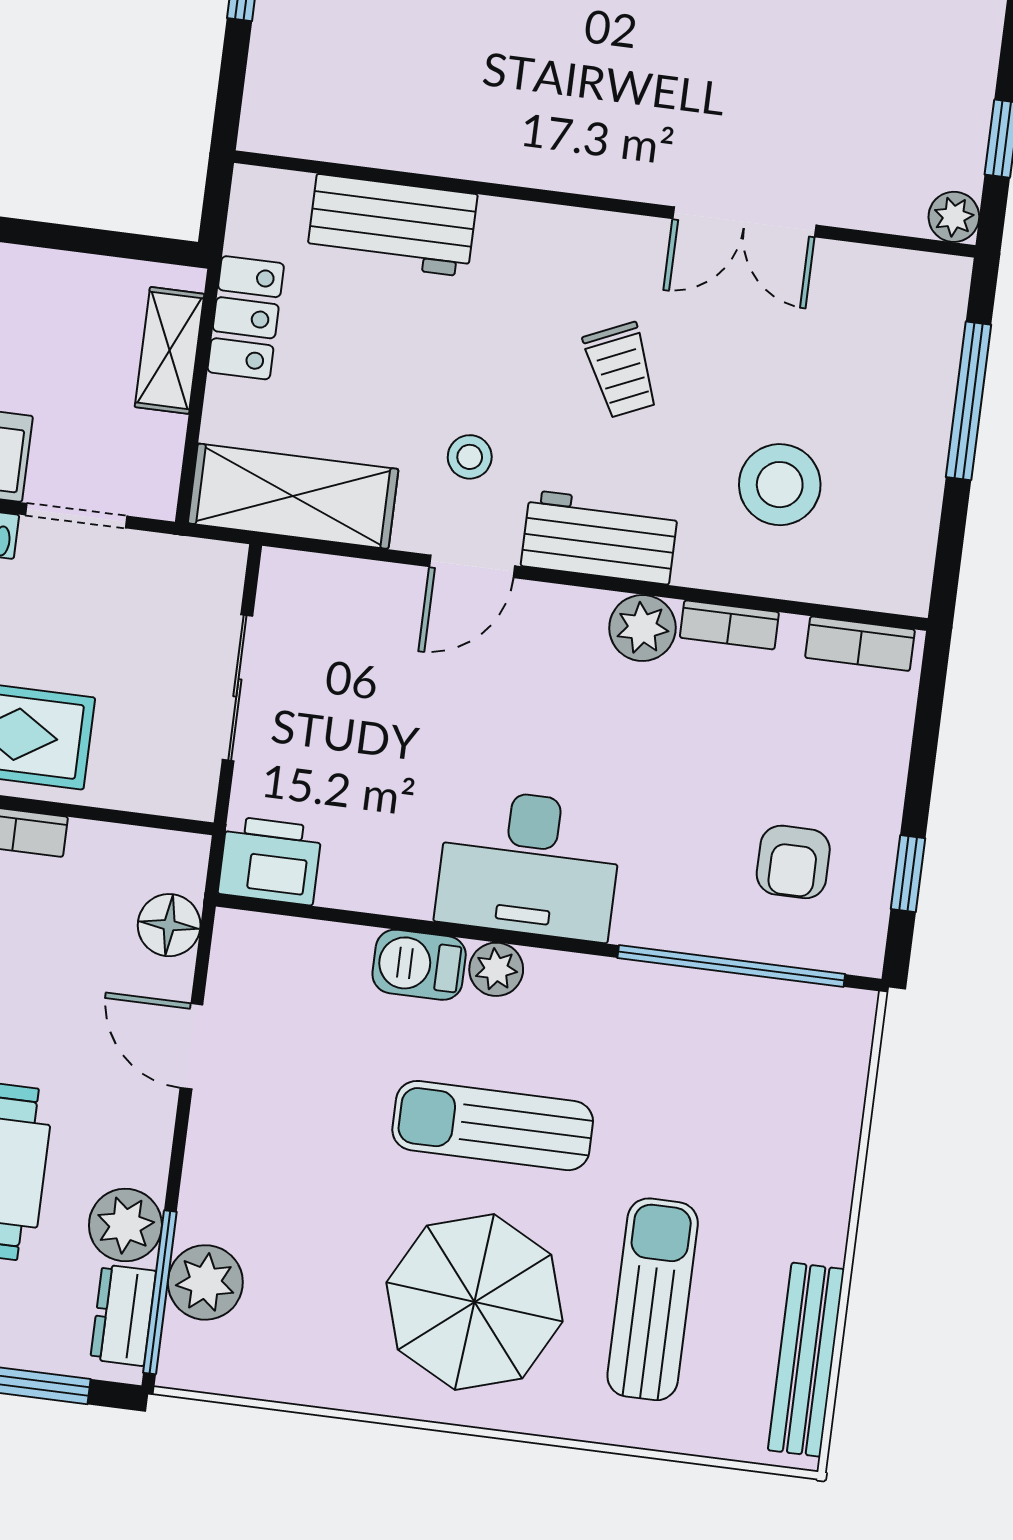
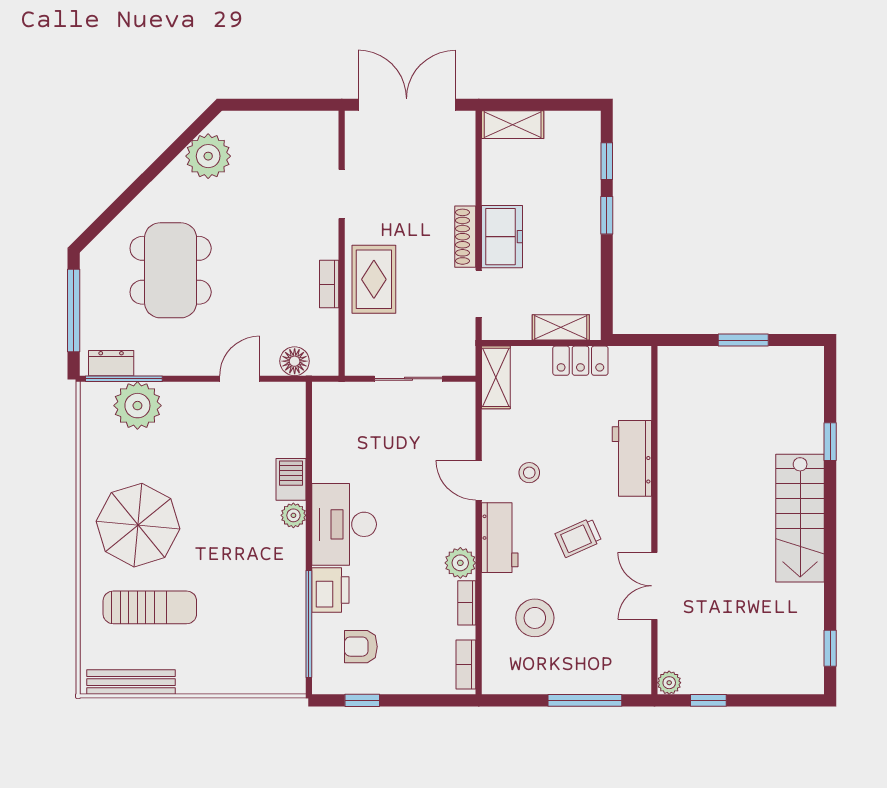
workbench: (392, 225) -> (632, 458), moved
shelving: (293, 496) -> (496, 377), width x0.67, depth x0.75
printer: (270, 861) -> (330, 590), moved
sun lounger: (493, 1126) -> (221, 523), removed
plant: (125, 1225) -> (153, 359), removed
plant: (205, 1282) -> (137, 406), width x1.36, depth x1.36

